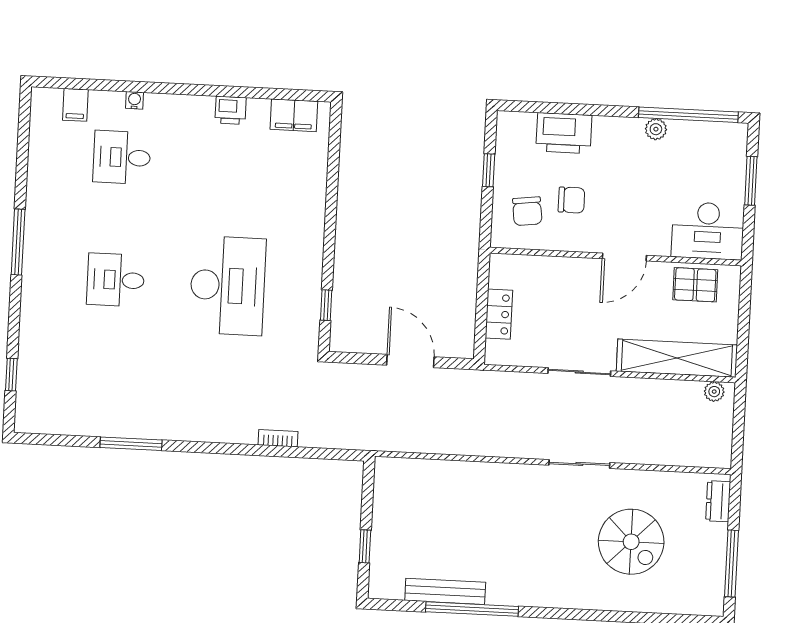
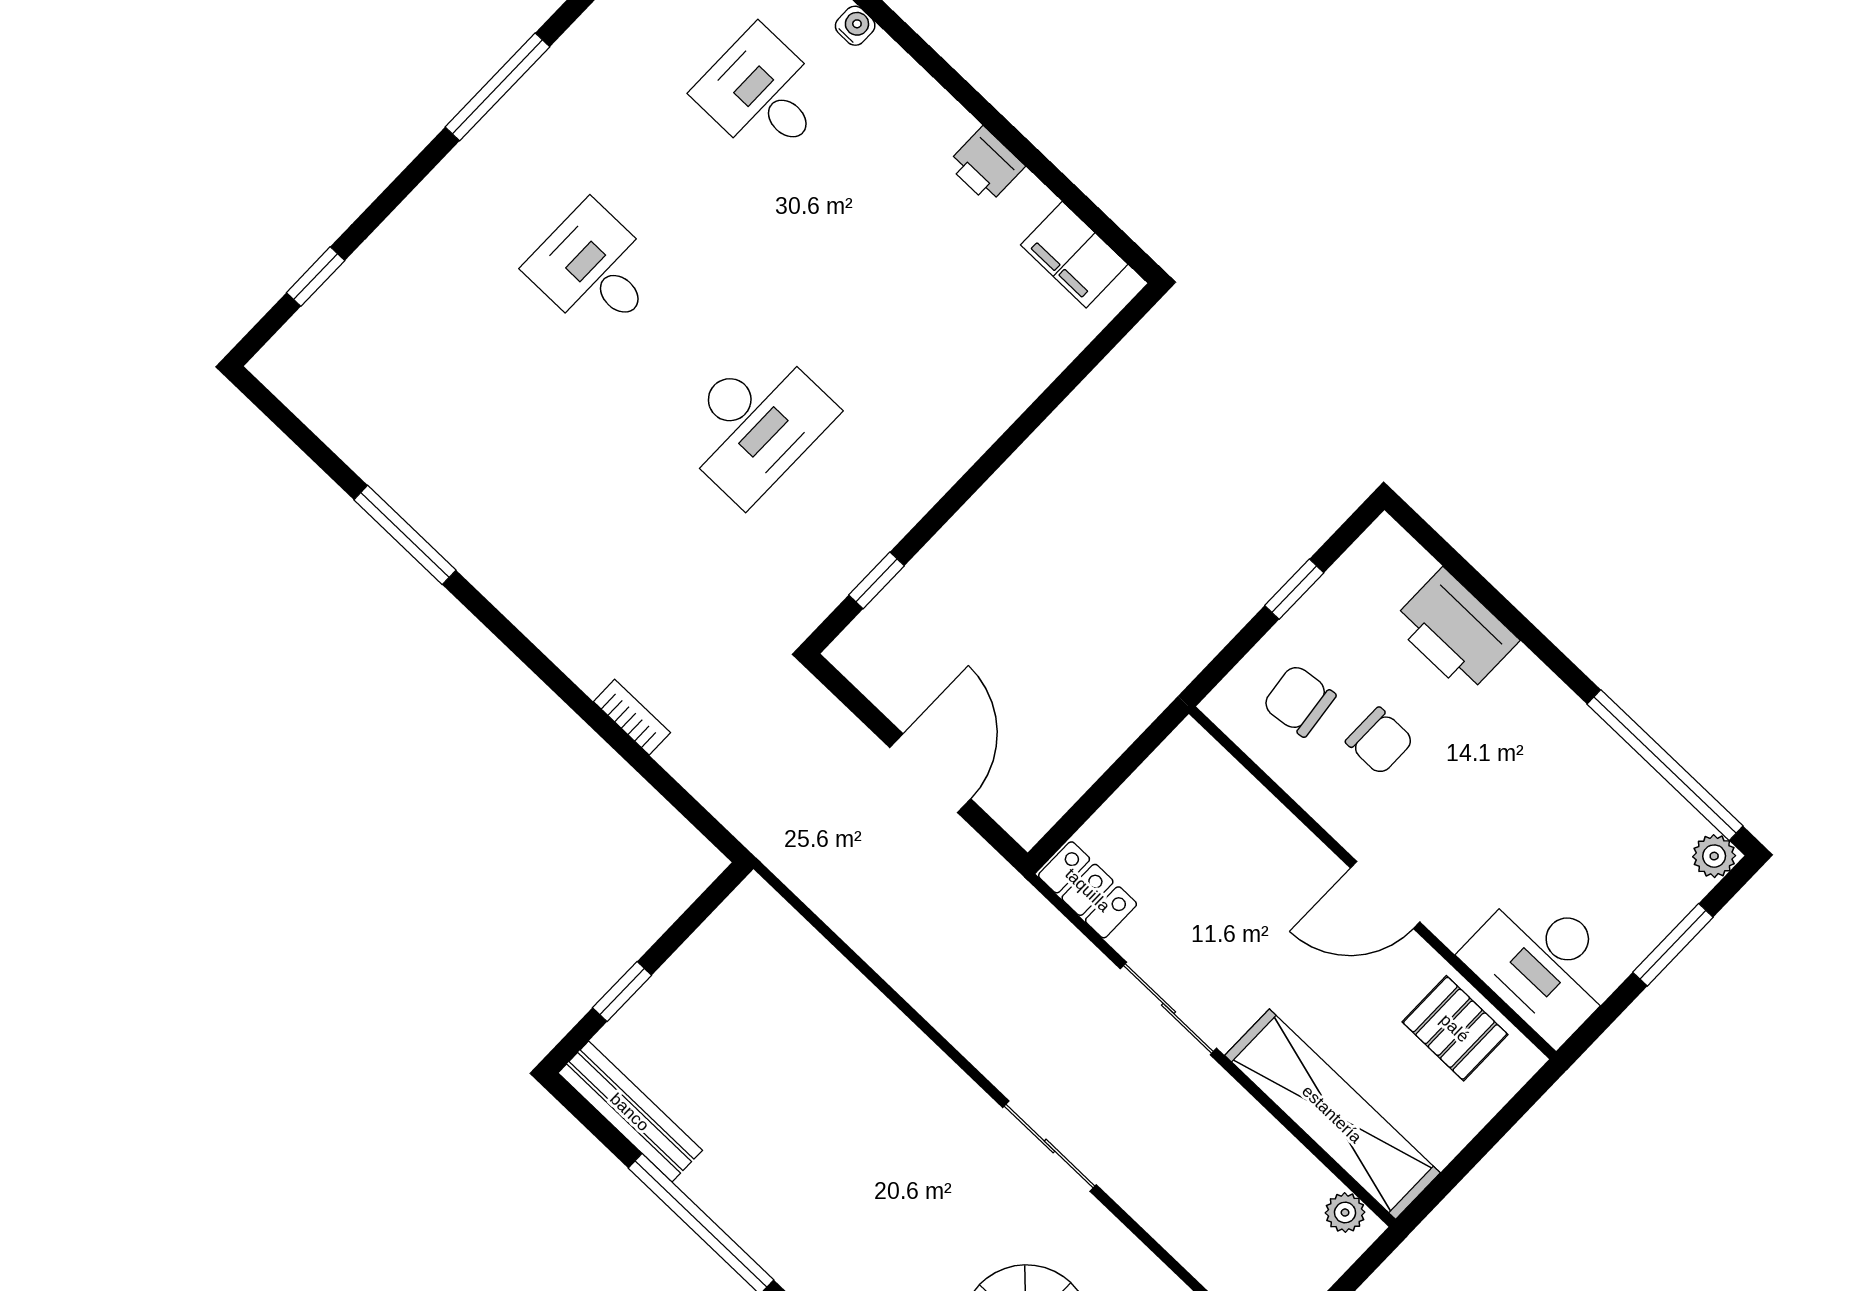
plant: (656, 129) -> (1714, 856), moved
chair: (527, 211) -> (1299, 700), turned 90
desk: (228, 286) -> (755, 424), width x0.73, depth x0.77
locker: (499, 314) -> (1088, 890), moved, turned -90
bench: (445, 591) -> (630, 1112), moved

